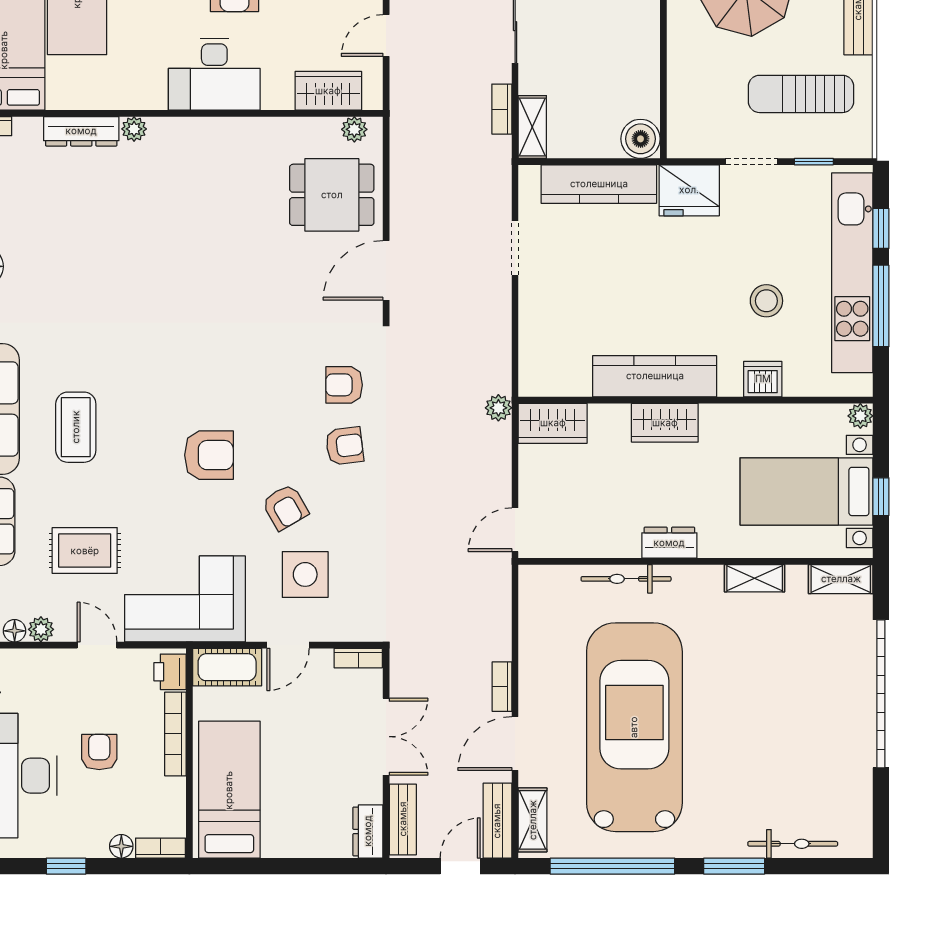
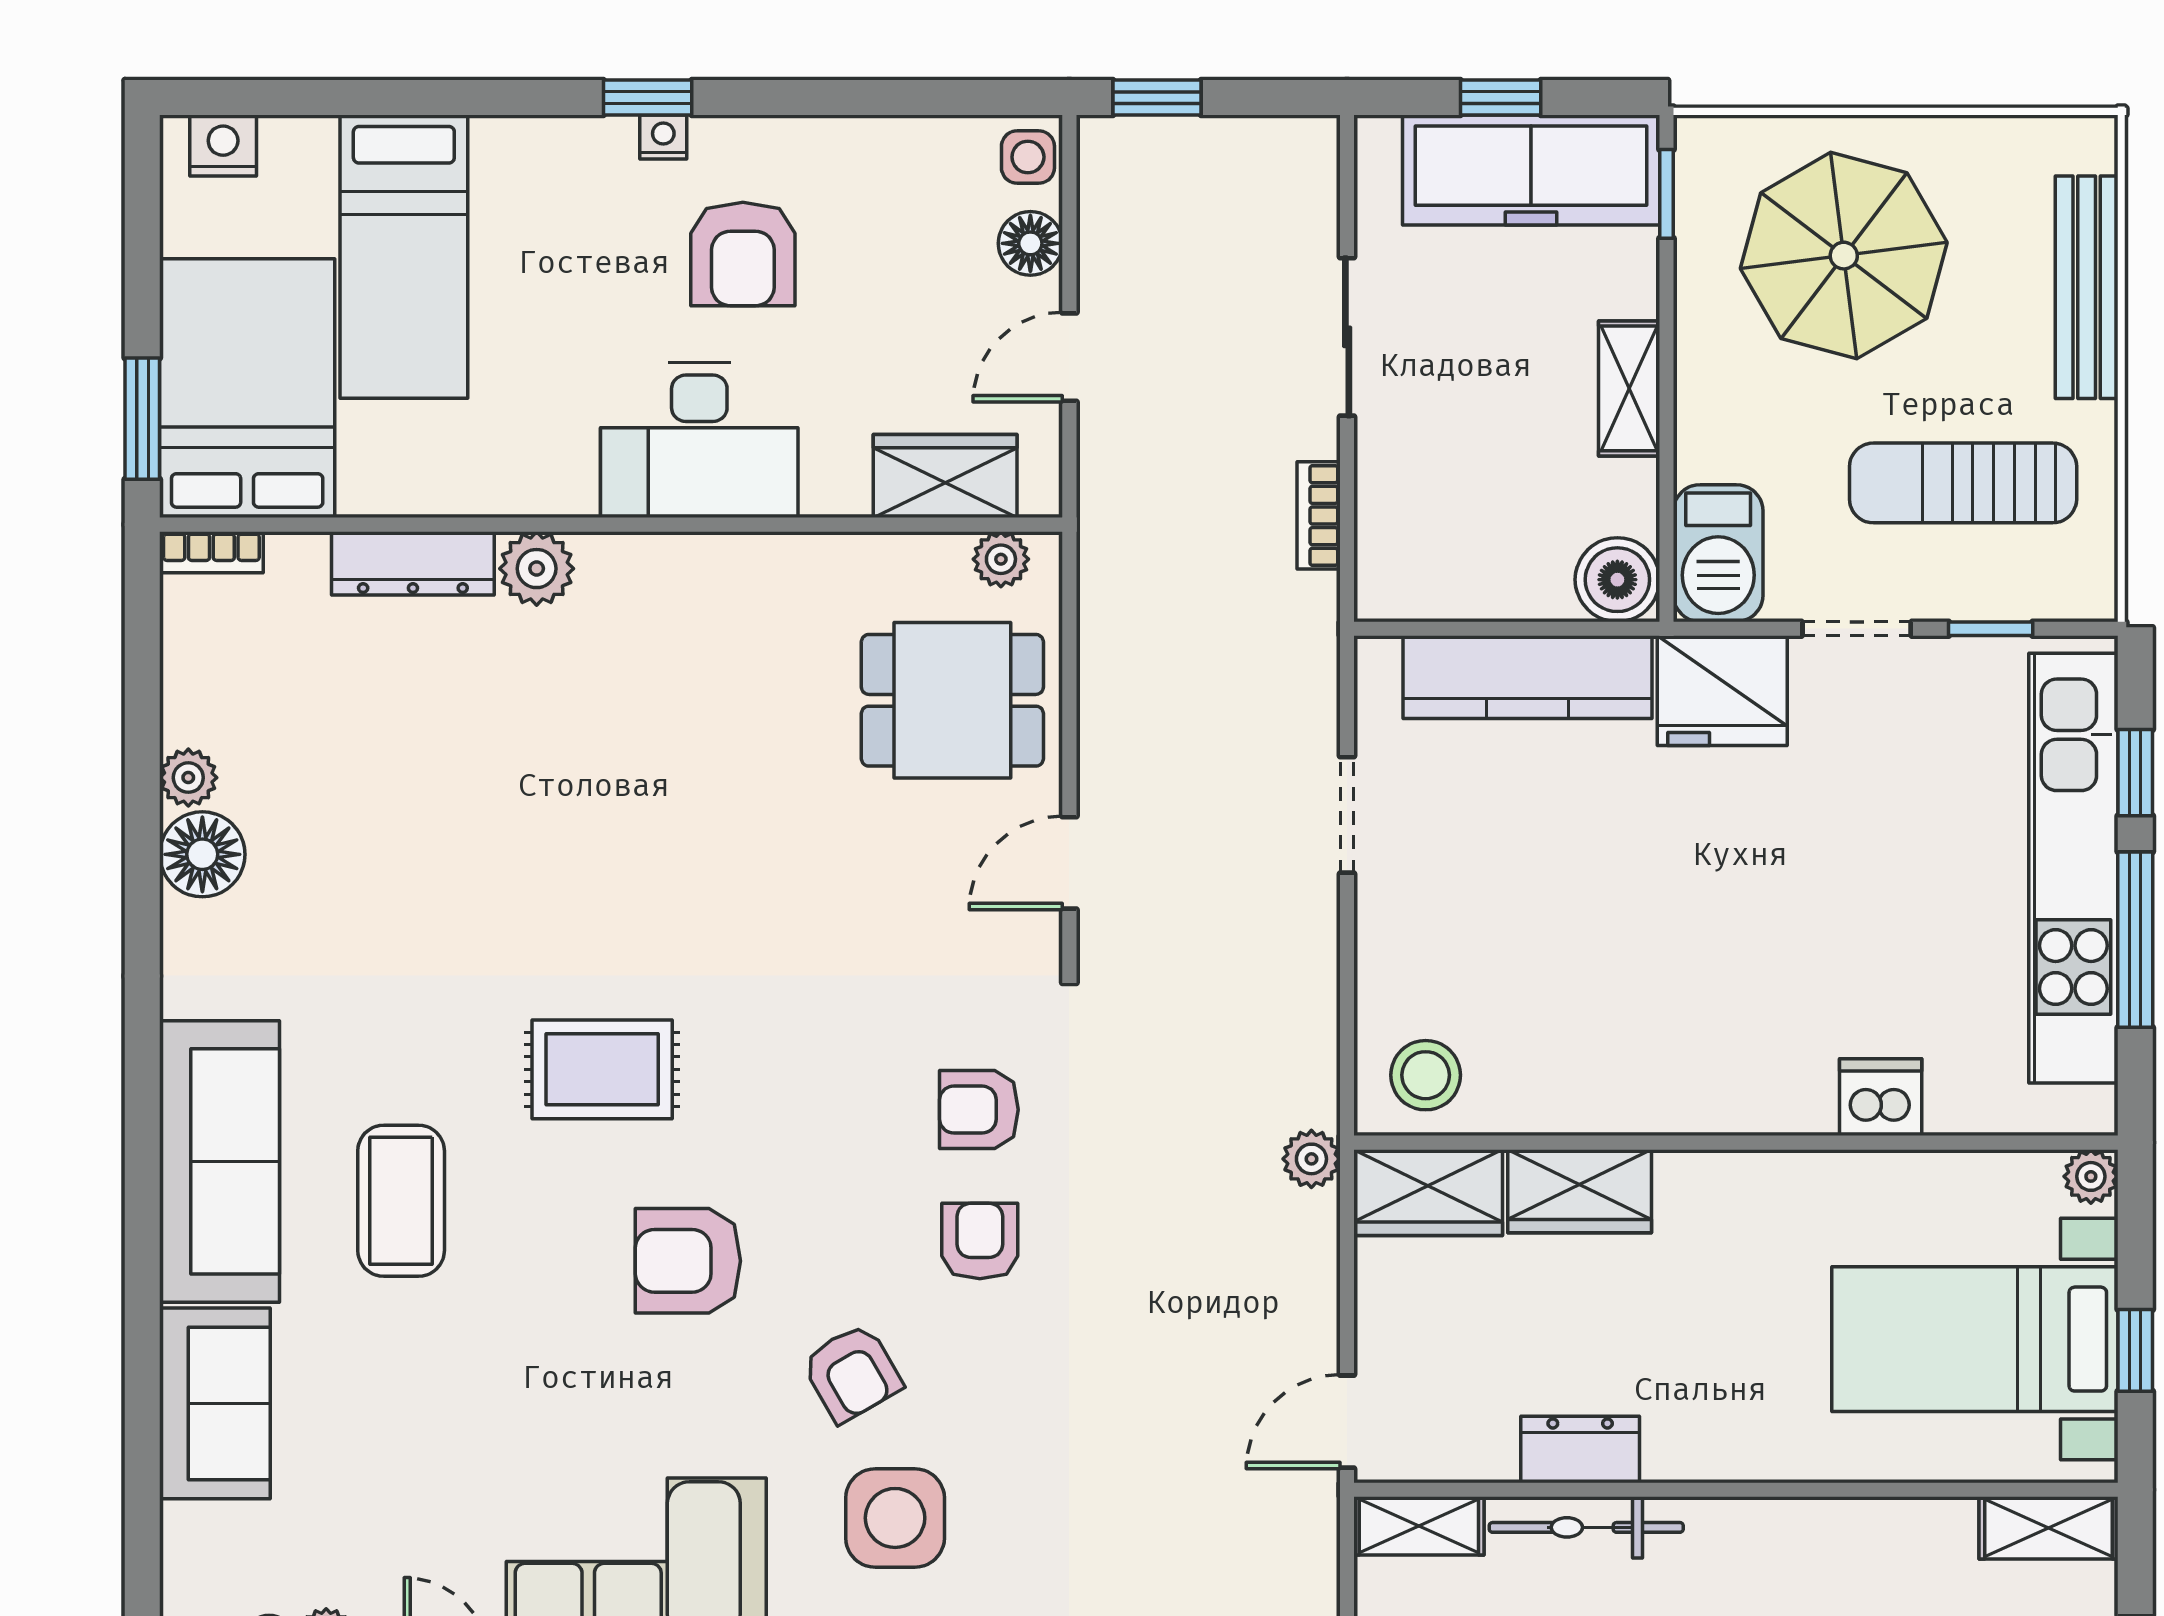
shelving: (532, 127) -> (1629, 388), moved
barbecue: (687, 127) -> (1718, 553), added
plant: (134, 129) -> (537, 569), width x1.38, depth x1.38
door: (386, 270) -> (1069, 863), width x0.73
stool: (766, 301) -> (1426, 1075), moved
kitchen counter: (655, 376) -> (1648, 1091), removed
wardrobe: (665, 423) -> (1580, 1191), moved
armchair: (345, 446) -> (980, 1241), turned -83
armchair: (209, 455) -> (688, 1261), turned 180
dresser: (669, 543) -> (1580, 1449), moved
rug: (85, 551) -> (602, 1069), moved
shelving: (755, 578) -> (1419, 1526), moved

